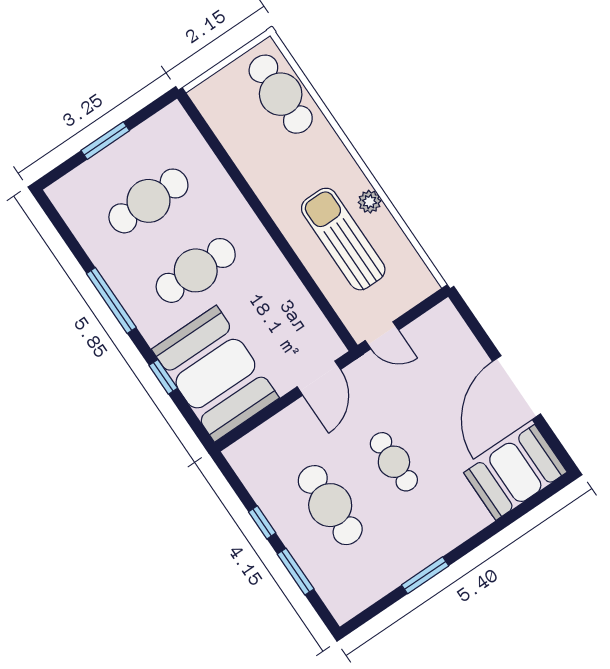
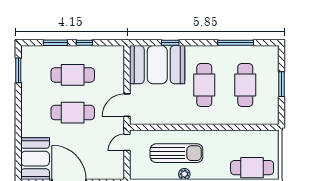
window: (111, 300) -> (236, 43), moved
door: (319, 378) -> (127, 105), hinge flipped
cafe table: (394, 462) -> (73, 113), width x1.37, depth x1.35
window: (425, 575) -> (18, 70), moved

